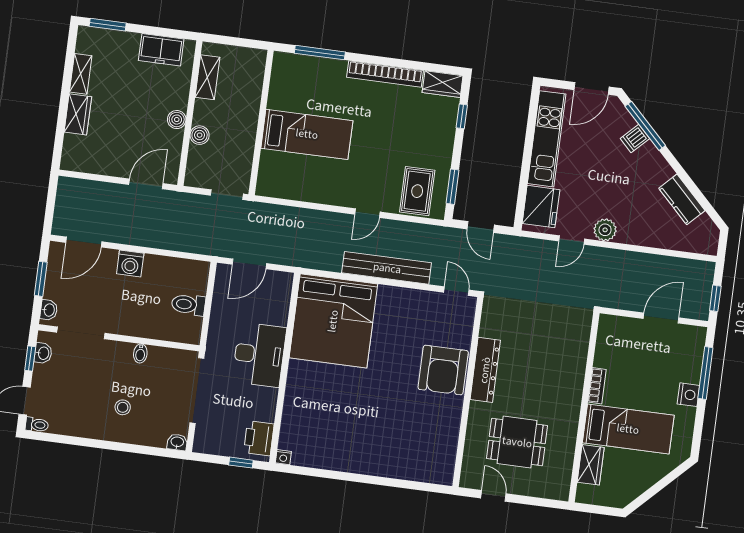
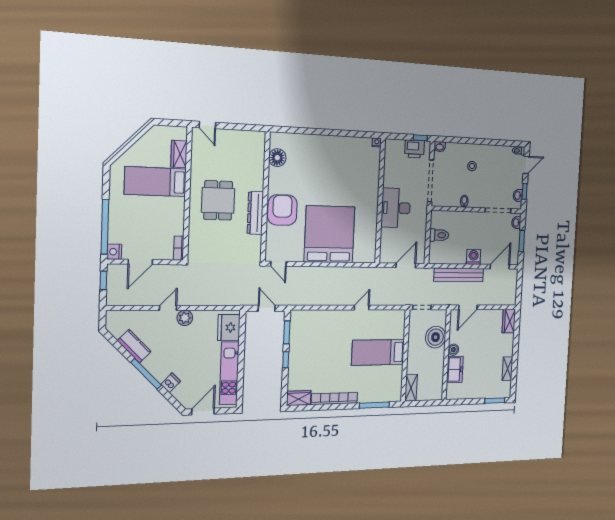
freezer: (161, 50) -> (455, 369), moved, turned 90
shelving: (207, 77) -> (411, 388), moved
wardrobe: (78, 114) -> (509, 321), moved
window: (462, 116) -> (286, 360), moved
window: (645, 126) -> (146, 374), moved
boiler: (200, 135) -> (436, 337), width x1.86, depth x1.86
rug: (417, 191) -> (309, 326), removed
door: (367, 213) -> (362, 308), moved
door: (572, 240) -> (168, 308), moved
bench: (387, 268) -> (459, 275), moved
bed: (333, 321) -> (329, 234), moved
window: (705, 373) -> (105, 227), width x1.46
bookcase: (597, 386) -> (179, 248), moved
nightstand: (688, 395) -> (114, 252), moved
printer: (259, 438) -> (415, 149), moved, turned 90
dining table: (517, 442) -> (218, 200), moved, turned 90
floor lamp: (444, 447) -> (277, 158), added
window: (241, 463) -> (420, 138), moved
door: (493, 496) -> (207, 125), moved

